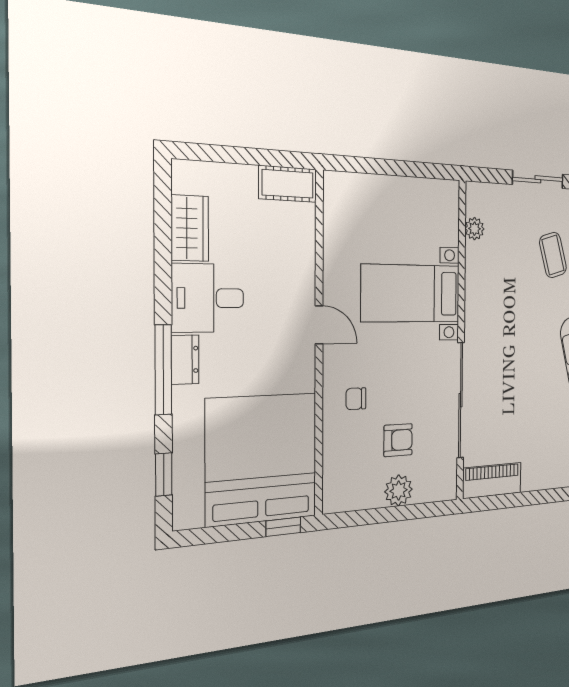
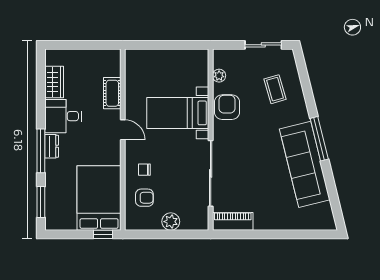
cot: (288, 184) -> (112, 93), moved, turned 90
armchair: (486, 284) -> (227, 107), added
armchair: (398, 440) -> (144, 198), moved
bed: (262, 459) -> (99, 198), width x0.73
window: (164, 475) -> (41, 202), width x1.50

